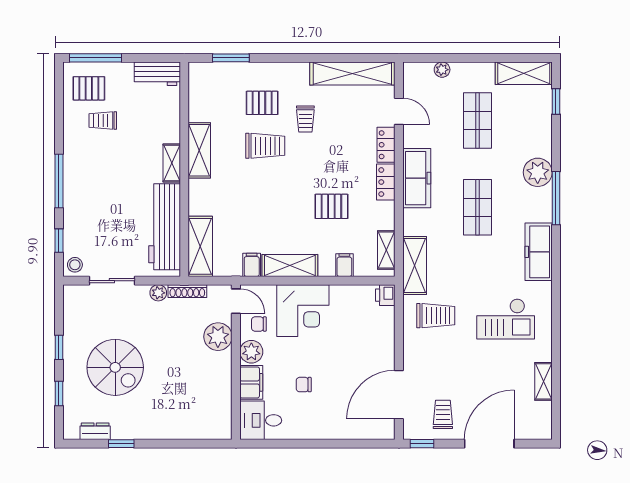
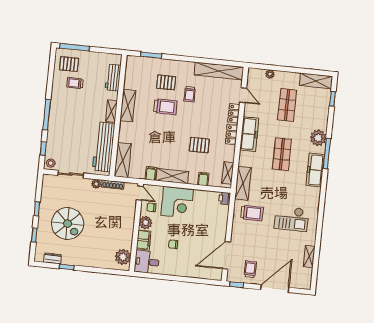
workbench: (157, 74) -> (113, 78), moved, turned 90
freezer: (539, 252) -> (315, 170), moved
plant: (218, 337) -> (123, 257), moved

